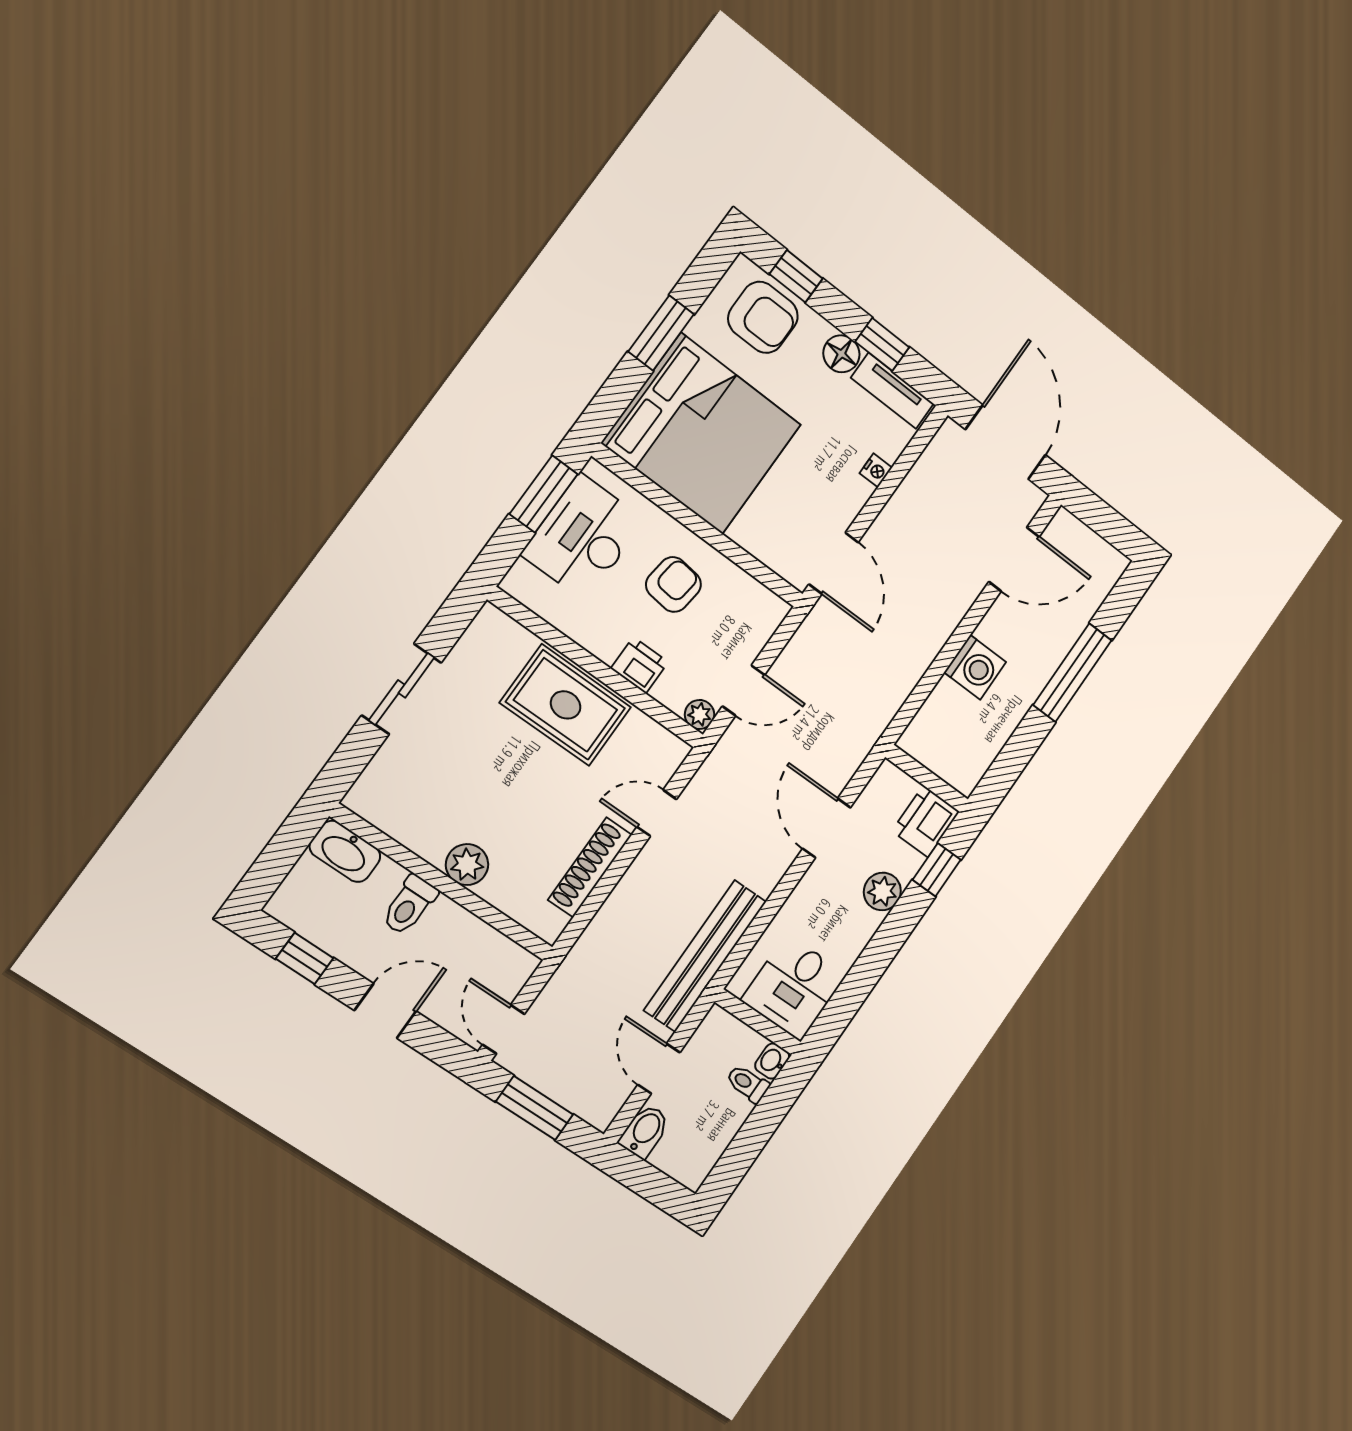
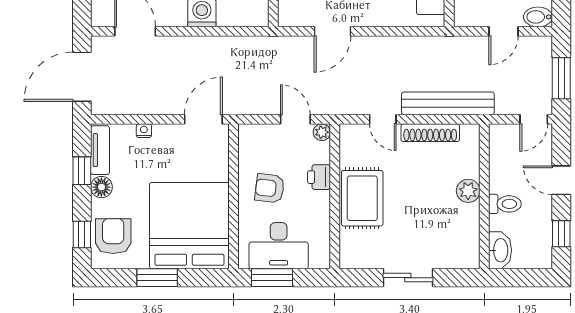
bench: (705, 956) -> (448, 103), moved

